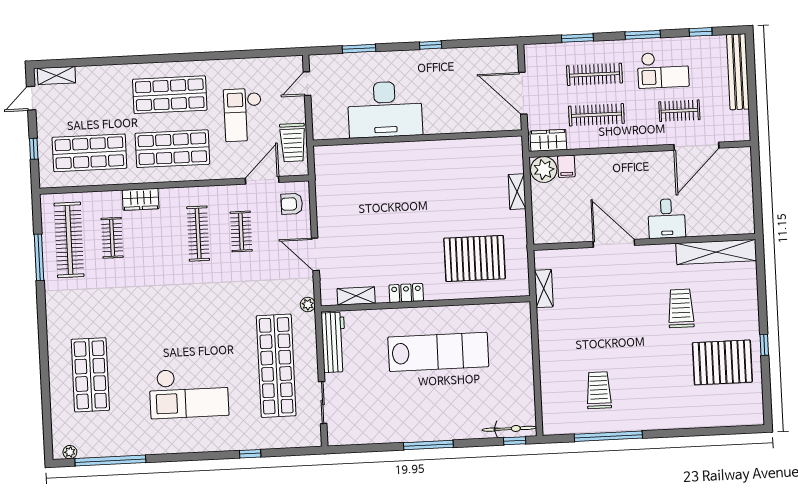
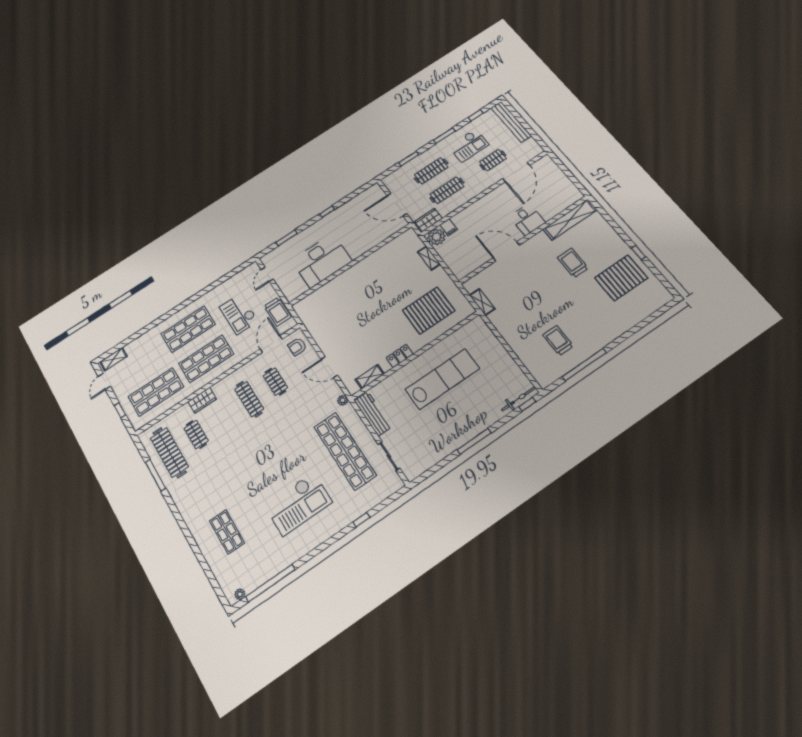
shop shelf: (90, 375) -> (227, 532), width x0.70, depth x0.74

